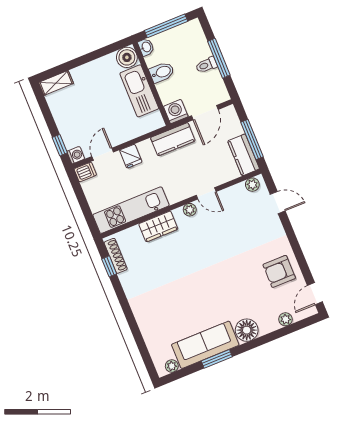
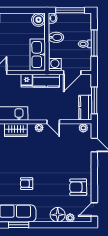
kitchen sink: (139, 91) -> (38, 55), moved
fridge: (131, 156) -> (27, 81), moved
armchair: (204, 296) -> (27, 184), added
floor lamp: (247, 330) -> (58, 215), moved

